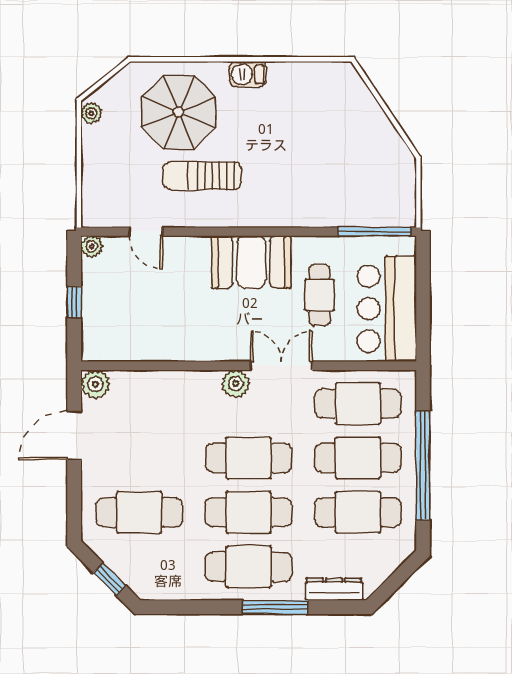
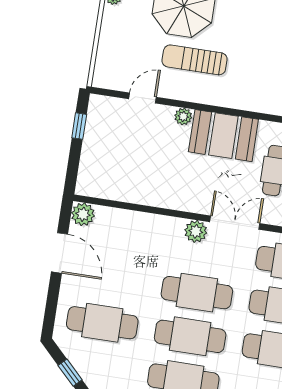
door: (146, 232) -> (142, 98), swing flipped
plant: (92, 246) -> (183, 116), moved
window: (74, 302) -> (79, 126), moved
door: (74, 436) -> (60, 253), swing flipped

